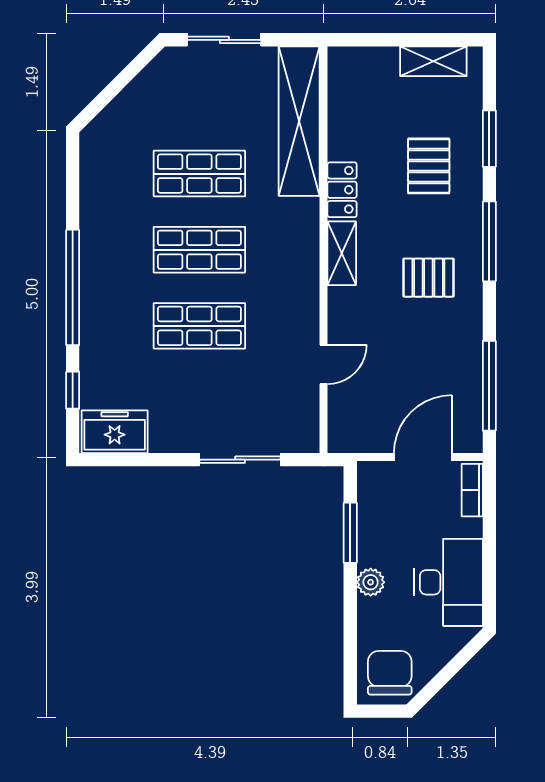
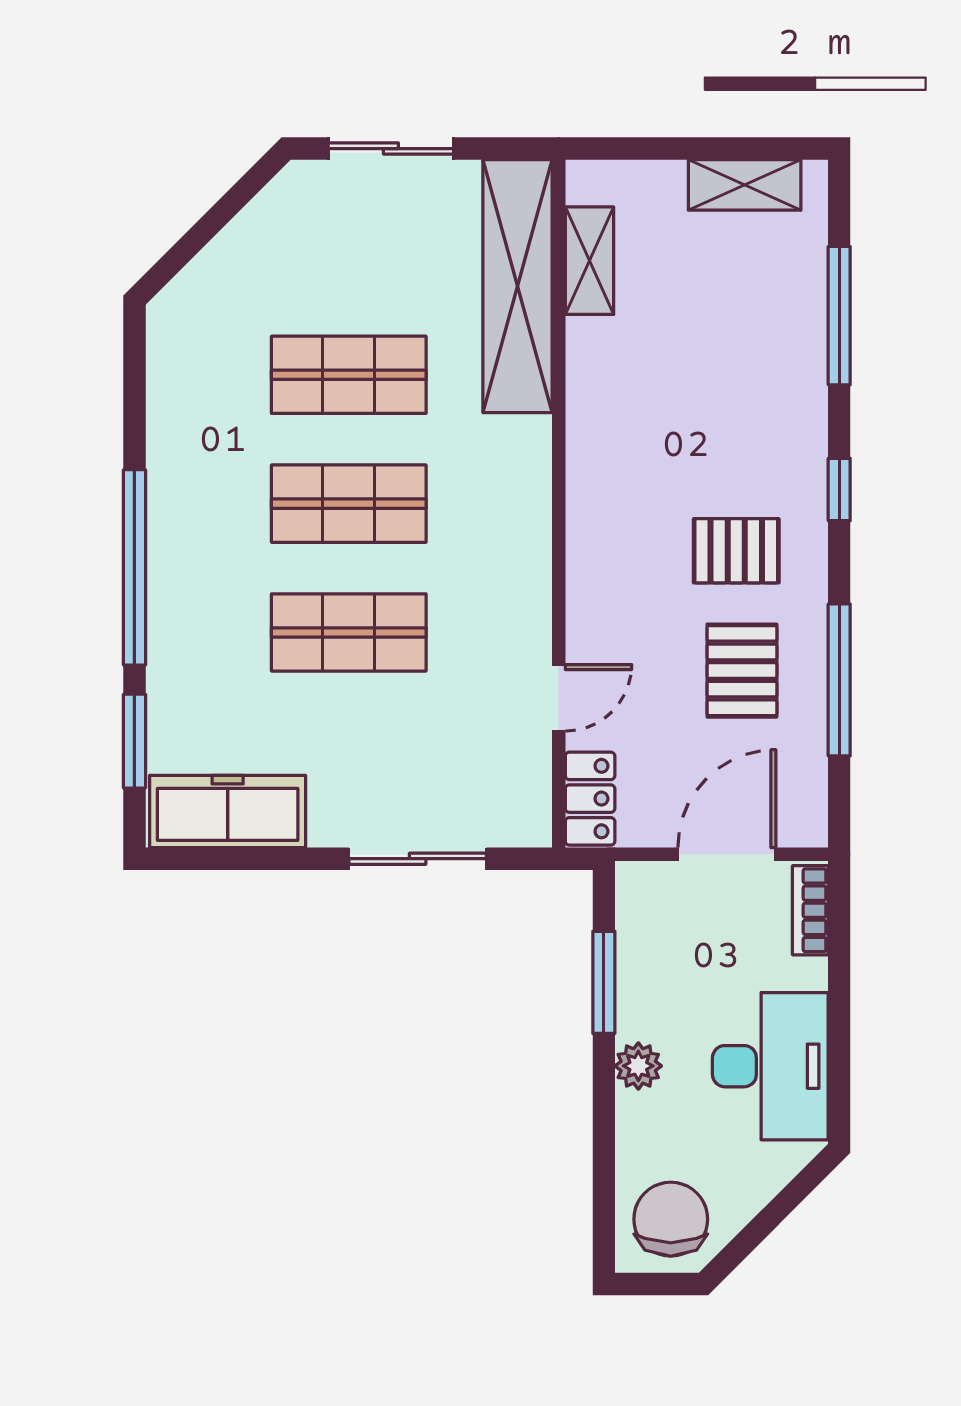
window: (489, 139) -> (839, 316), width x1.44
pallet: (429, 166) -> (742, 671), moved
locker: (342, 190) -> (590, 799), moved
window: (489, 241) -> (839, 490), width x0.46
shelving: (342, 253) -> (589, 261), moved
window: (489, 386) -> (839, 680), moved
window: (73, 390) -> (134, 741), width x1.50
freezer: (115, 432) -> (228, 811), width x1.40

